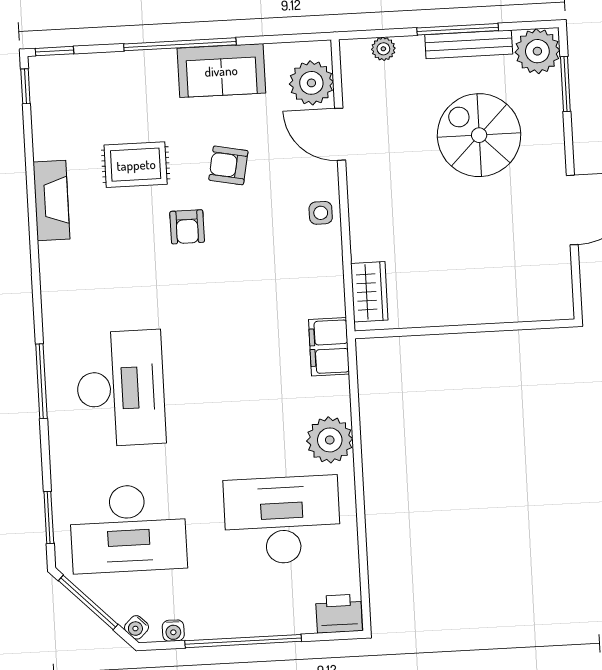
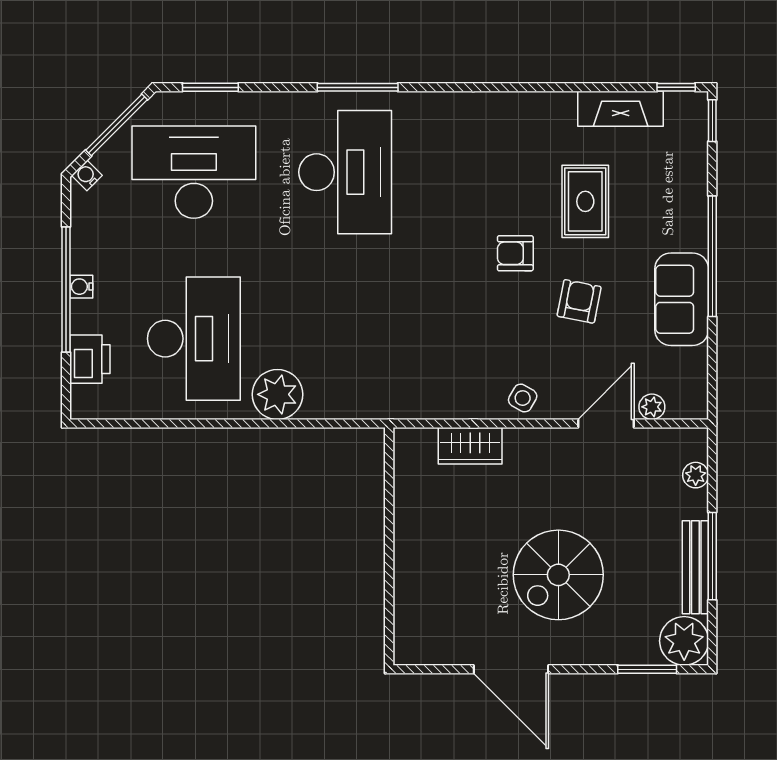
plant: (311, 83) -> (652, 407), width x0.53, depth x0.53
spiral stairs: (479, 135) -> (558, 575), moved, turned 180
fireplace: (51, 201) -> (621, 109), moved
side table: (321, 213) -> (523, 398), turned 30
wardrobe: (369, 292) -> (470, 446), moved
filing cabinet: (329, 347) -> (378, 399), removed
desk: (121, 388) -> (345, 172), turned -90
desk: (128, 528) -> (194, 172), turned 90
printer: (339, 614) -> (90, 359), moved
water cooler: (173, 631) -> (81, 287), moved

